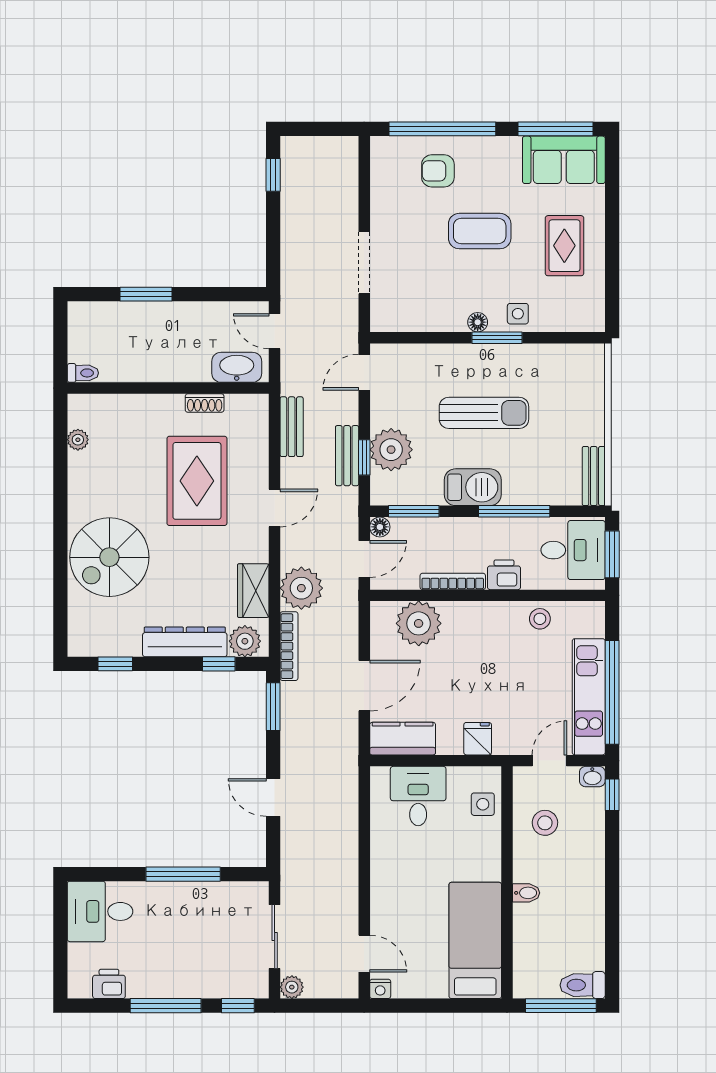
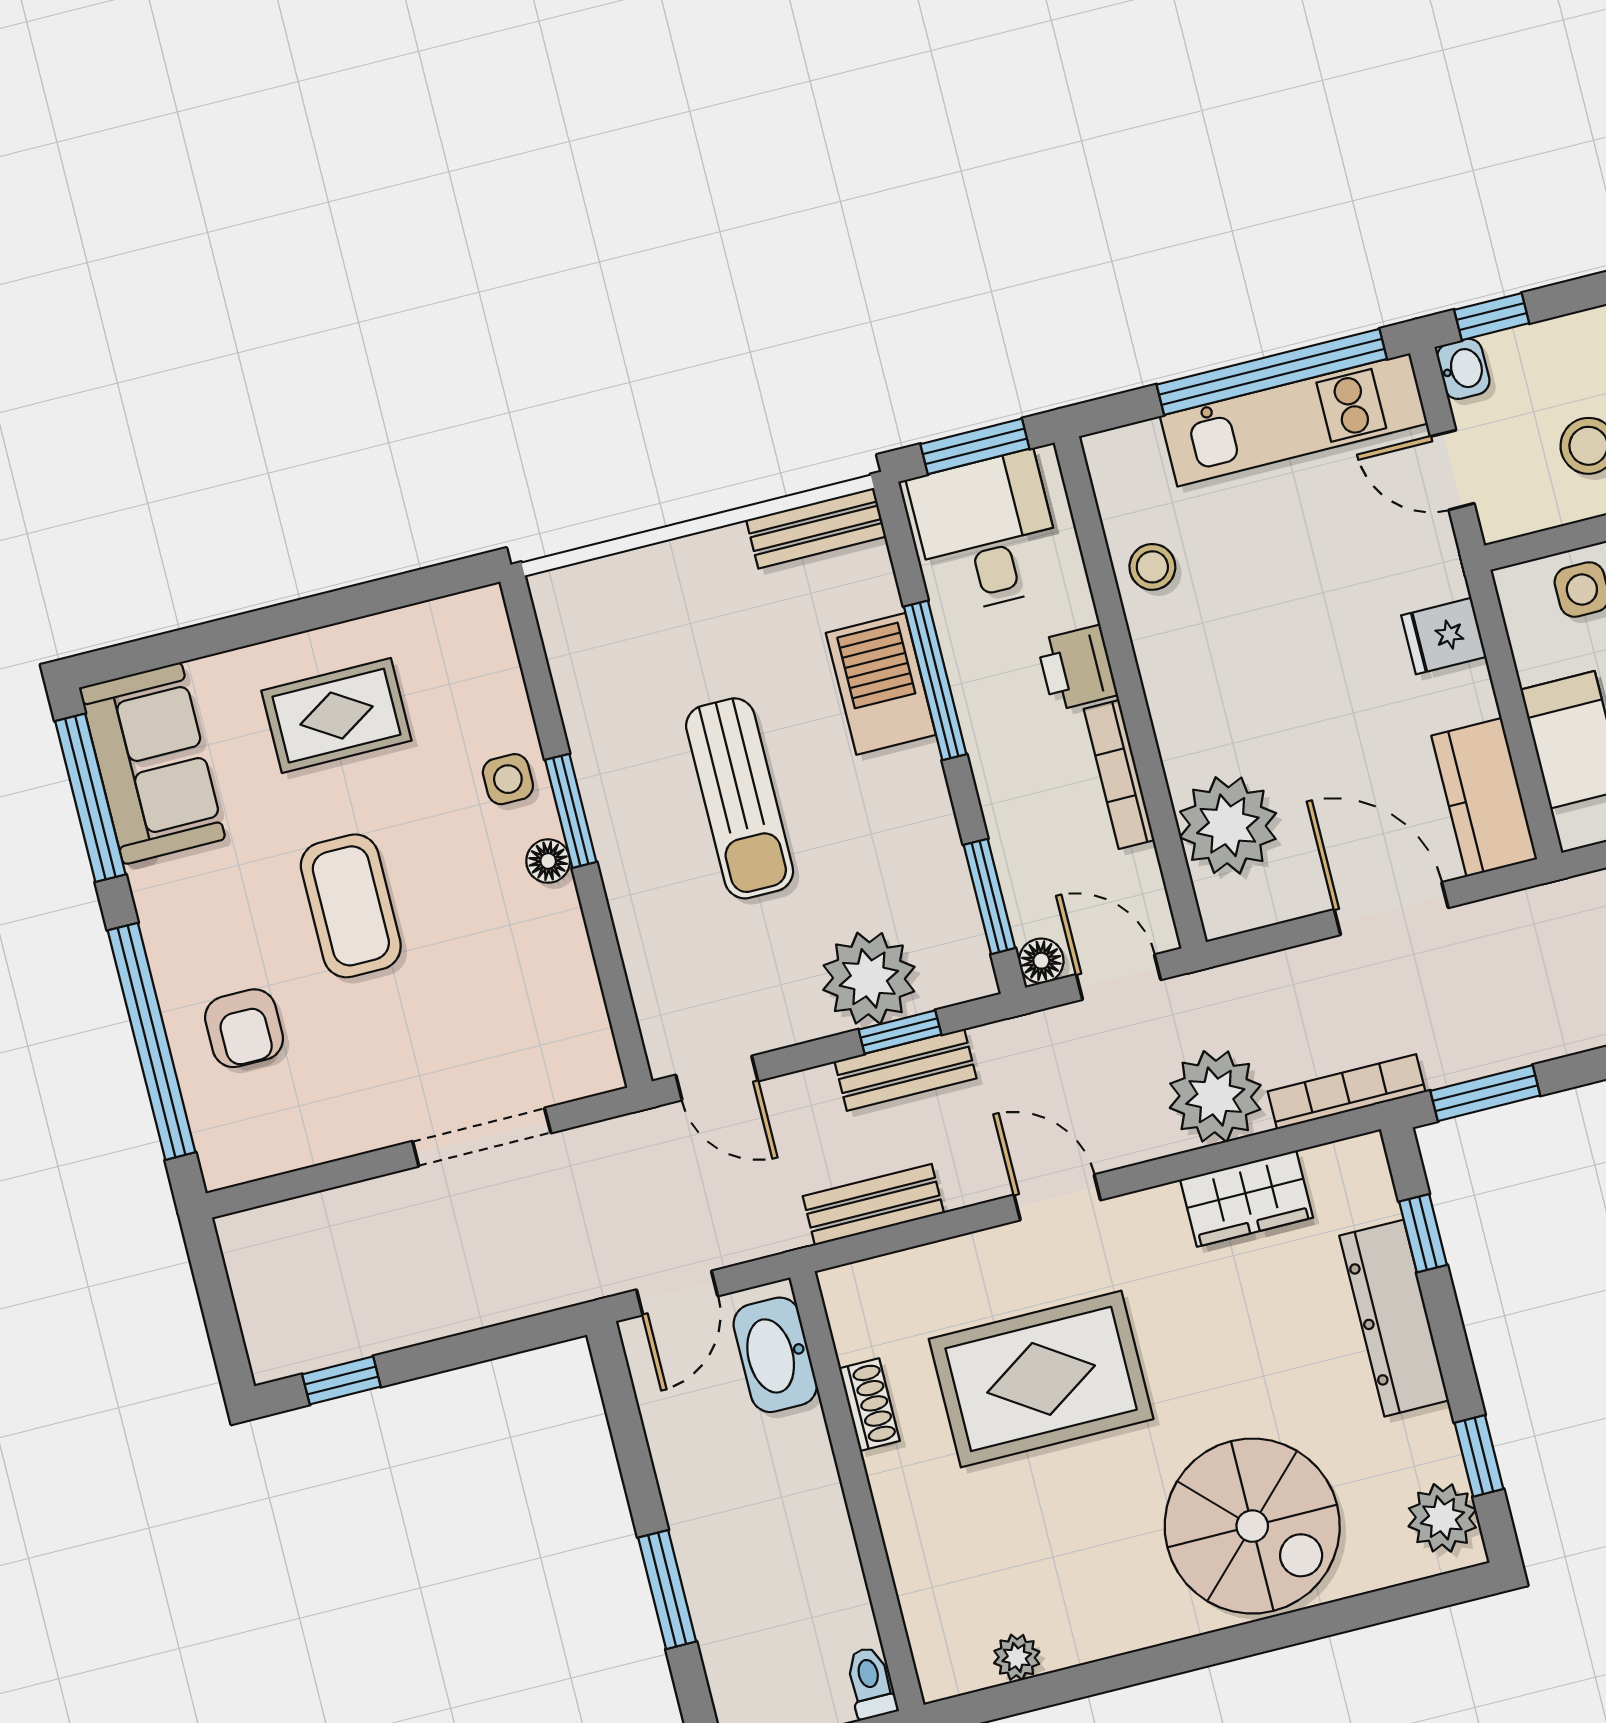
sun lounger: (484, 413) -> (740, 798), turned 180
barbecue: (473, 487) -> (881, 684), moved
plant: (245, 641) -> (1442, 1518), moved

